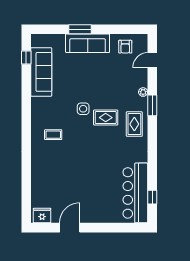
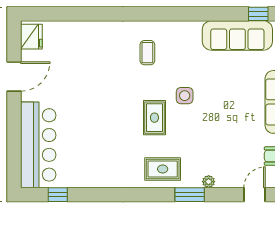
door: (152, 60) -> (254, 195), hinge flipped
rug: (106, 118) -> (154, 118), moved
bar counter: (135, 193) -> (38, 145), moved, turned 90
door: (70, 228) -> (14, 76), hinge flipped

